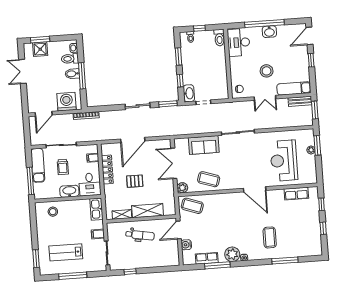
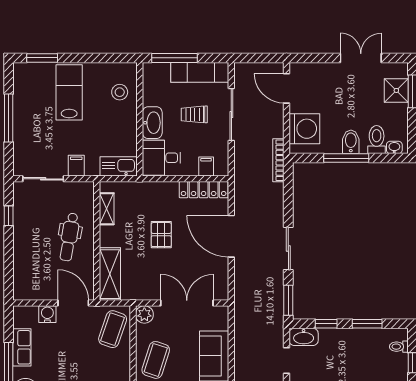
locker: (107, 170) -> (204, 190), moved
shelving: (148, 211) -> (110, 274), moved
lab bench: (66, 252) -> (69, 92), moved

